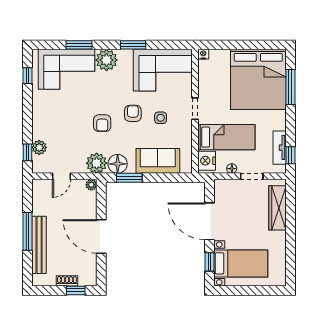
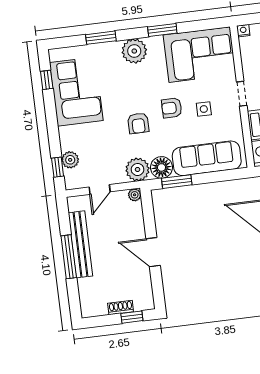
corner sofa: (66, 69) -> (76, 92), moved, turned -90
armchair: (133, 113) -> (172, 108), turned -90
sofa: (158, 161) -> (207, 158), width x1.36
door: (101, 236) -> (153, 252), width x0.73
bench: (39, 245) -> (80, 244), moved

